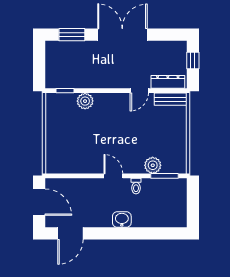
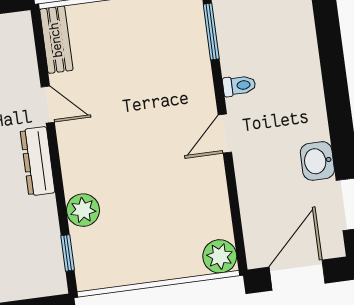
dresser: (168, 82) -> (38, 161), moved
plant: (153, 165) -> (220, 256), moved
washbasin: (122, 220) -> (317, 161), moved

